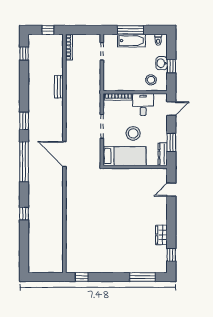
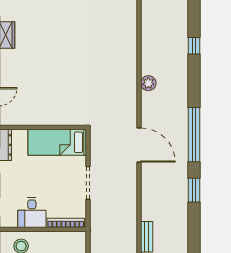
stool: (133, 133) -> (45, 173), removed
plant: (58, 199) -> (148, 83), added
window: (24, 214) -> (194, 46), moved

